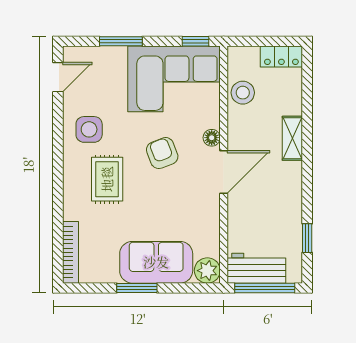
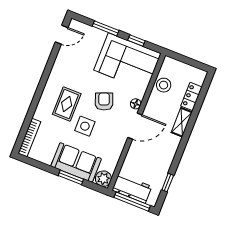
window: (195, 41) -> (136, 40), moved
locker: (281, 57) -> (191, 96), moved, turned 90
side table: (89, 129) -> (85, 126), moved
window: (137, 288) -> (71, 177), moved

